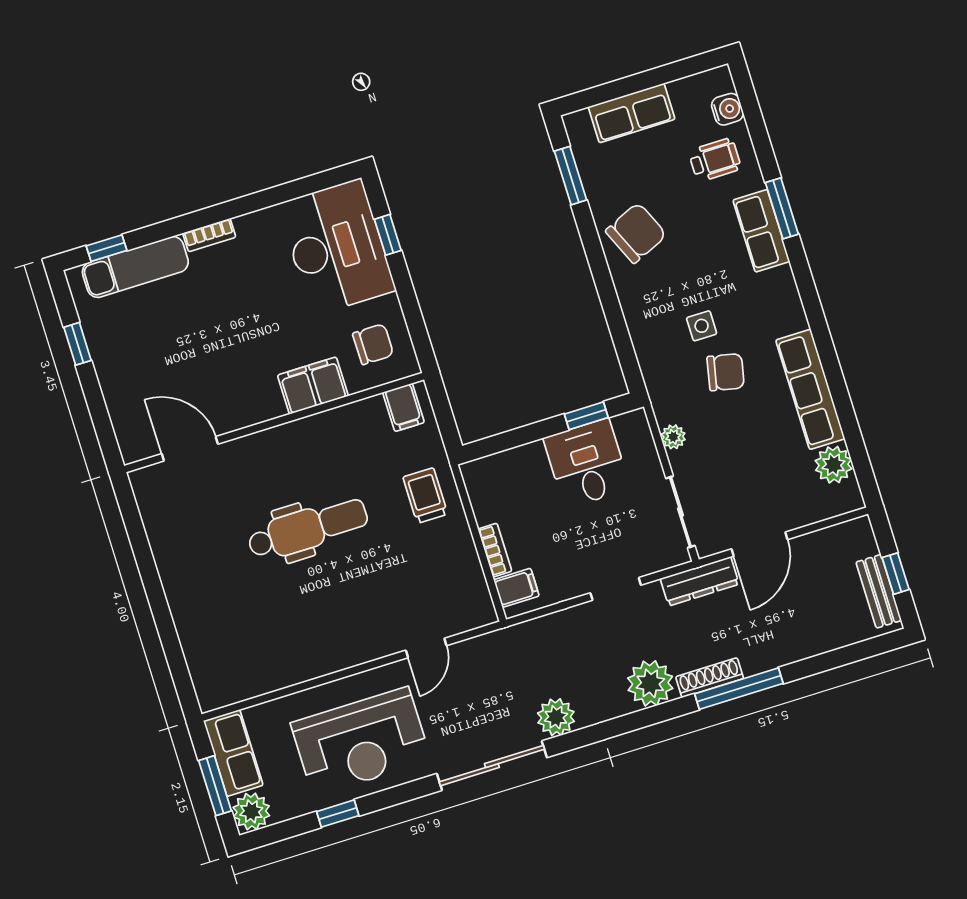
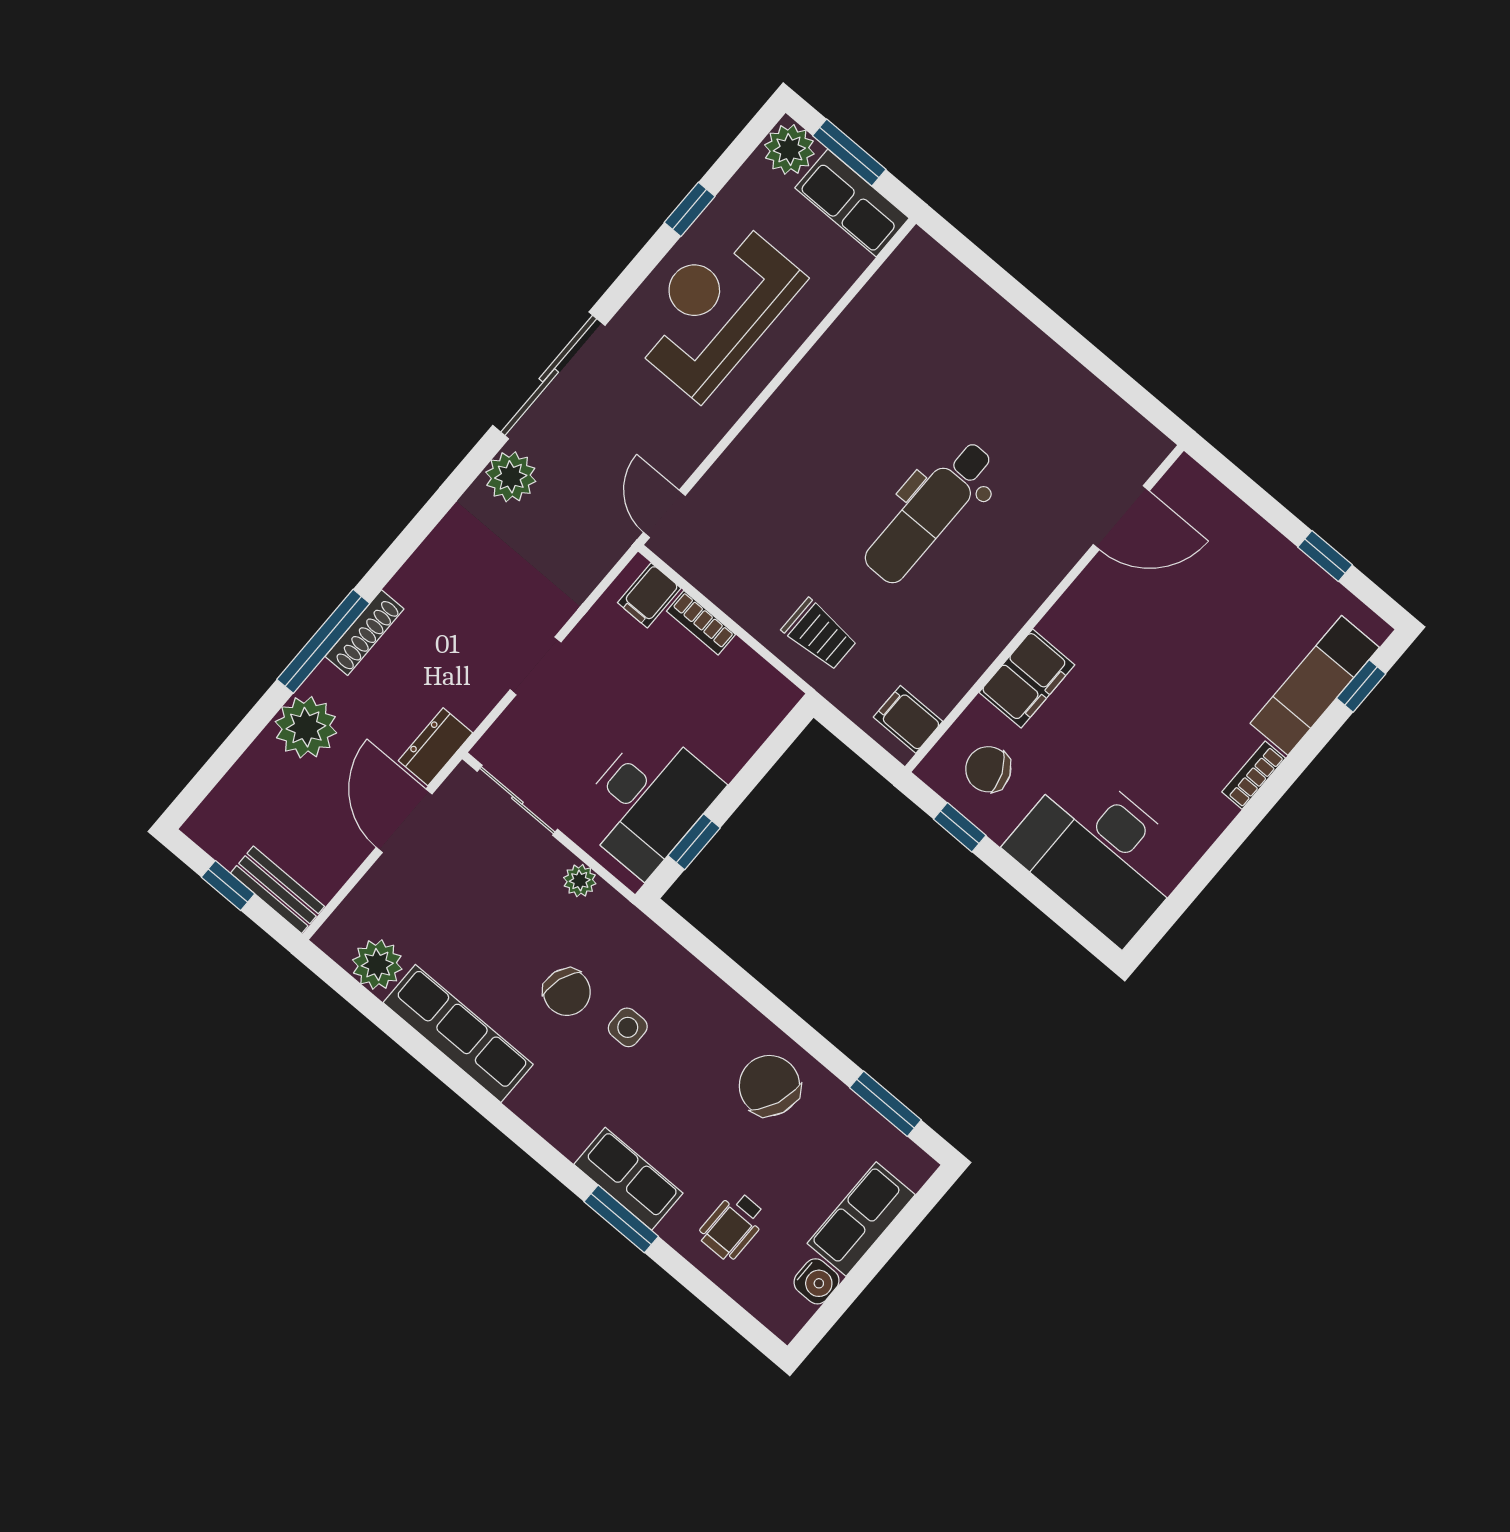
water cooler: (727, 109) -> (816, 1281), moved, turned -90
chair: (636, 233) -> (769, 1086), turned 136
window: (388, 235) -> (960, 827), moved
chair: (373, 344) -> (988, 769), turned 66
chair: (726, 372) -> (567, 992), turned -84
desk: (587, 463) -> (648, 801), width x1.37
dresser: (700, 581) -> (435, 747), width x0.70
bench: (879, 591) -> (277, 890), moved
door: (426, 648) -> (664, 514), moved
plant: (650, 683) -> (306, 727), moved

